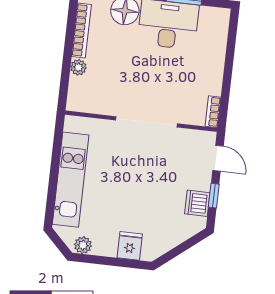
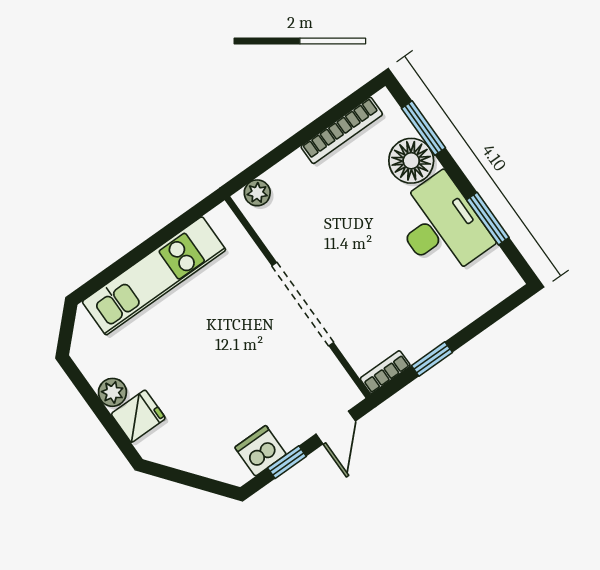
plant: (78, 67) -> (257, 193), moved
window: (226, 84) -> (432, 359), added
plant: (83, 245) -> (112, 392), moved

